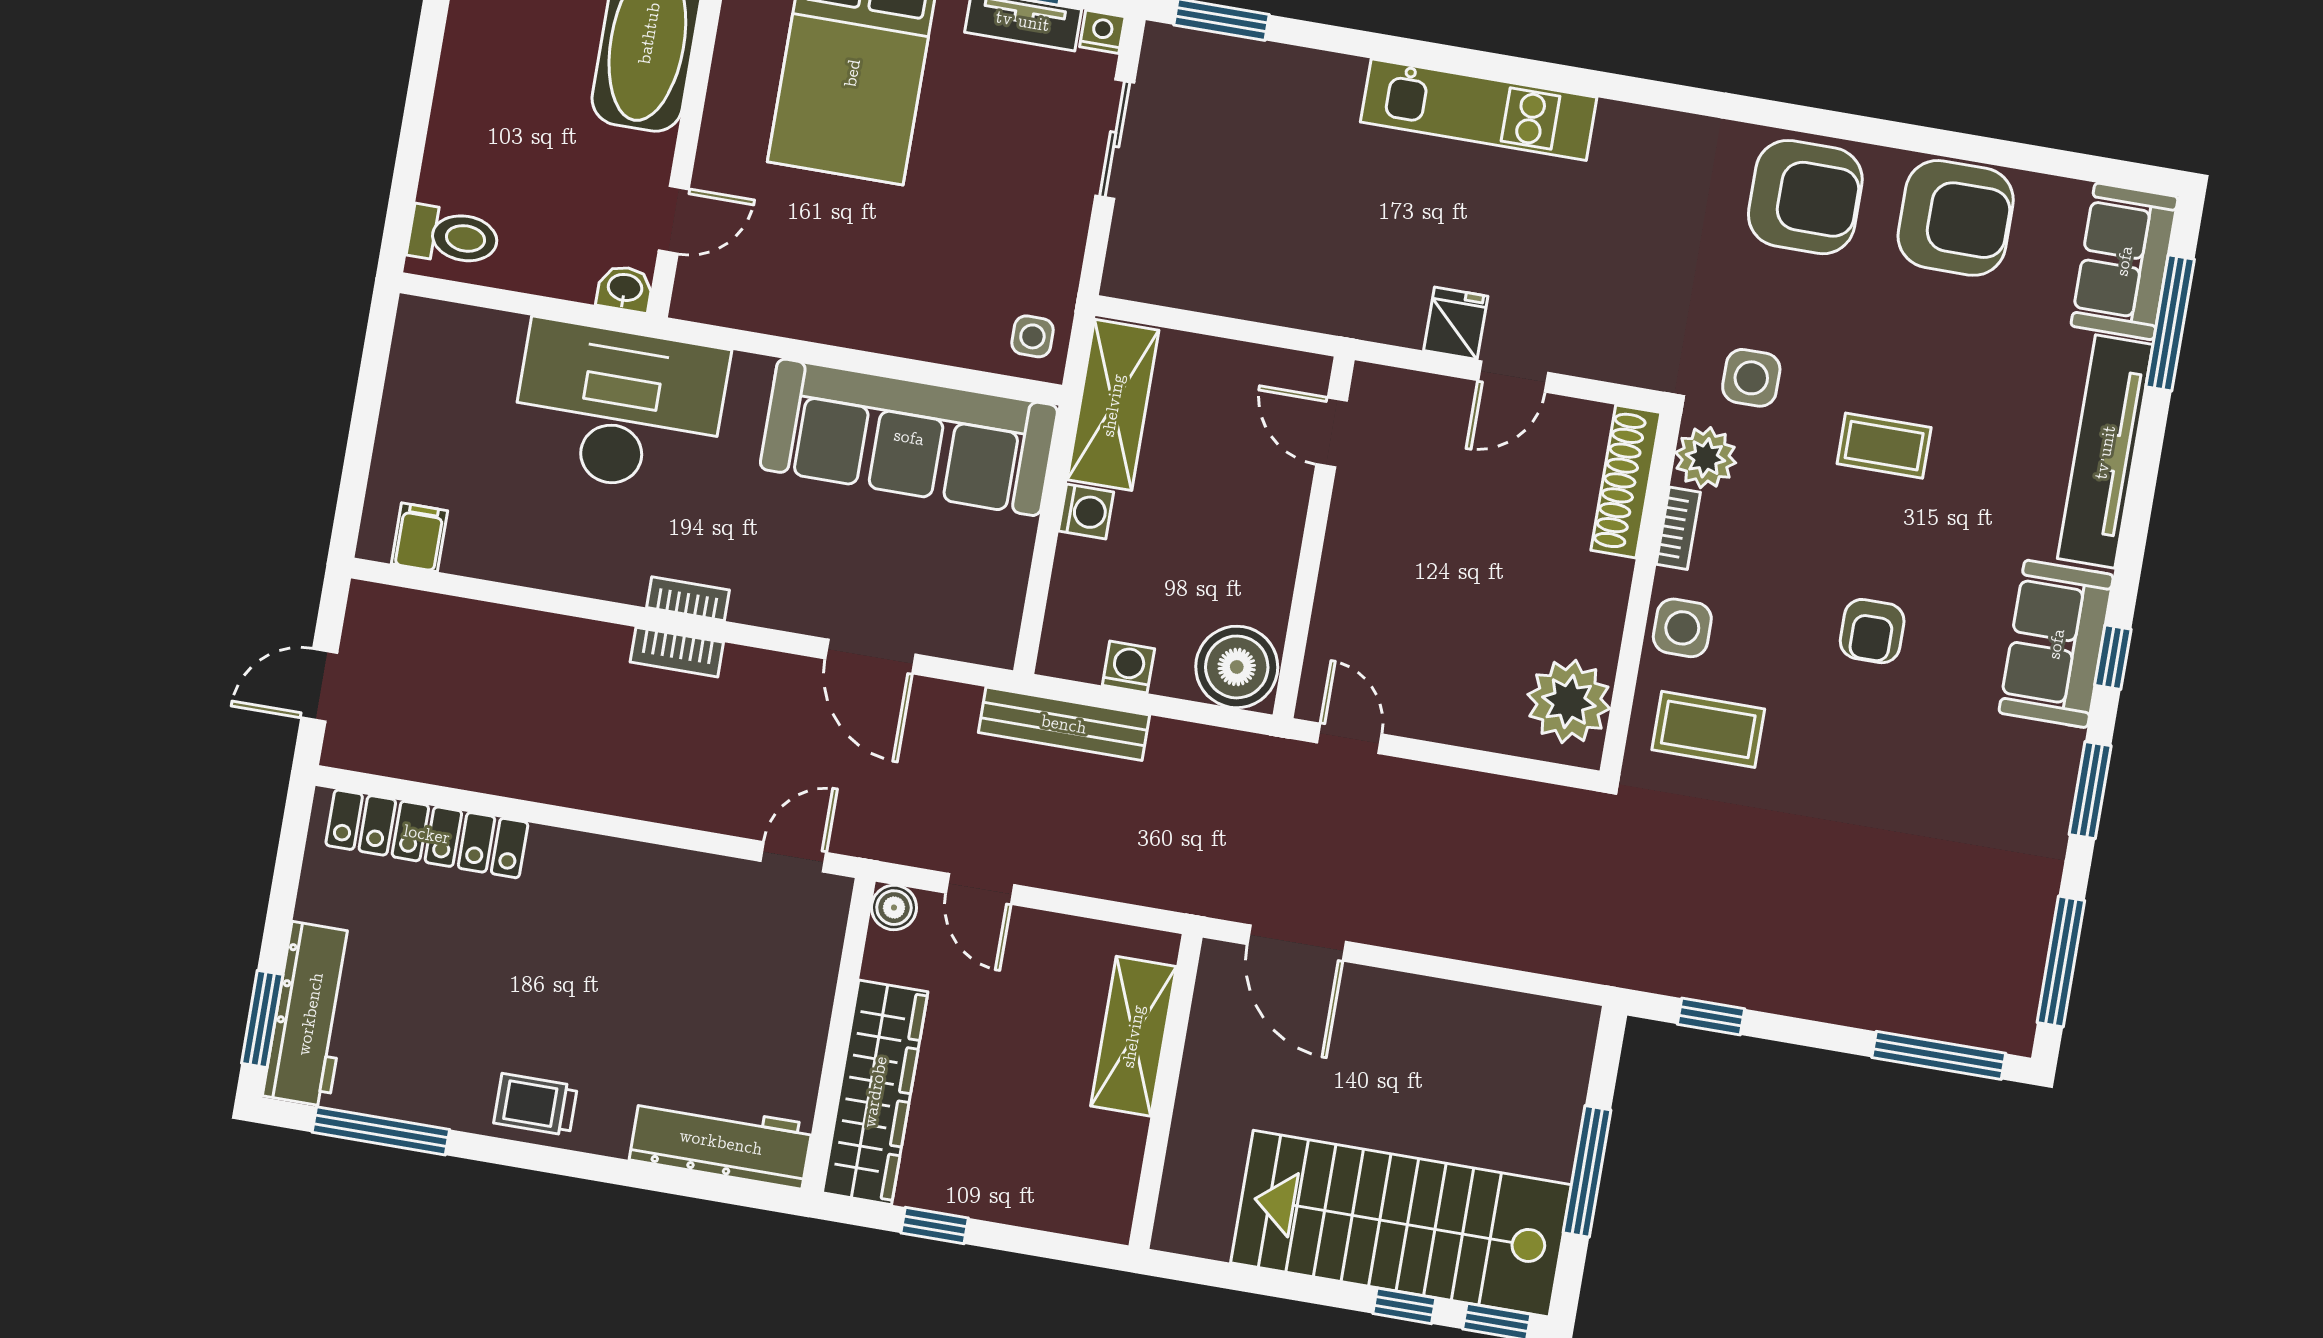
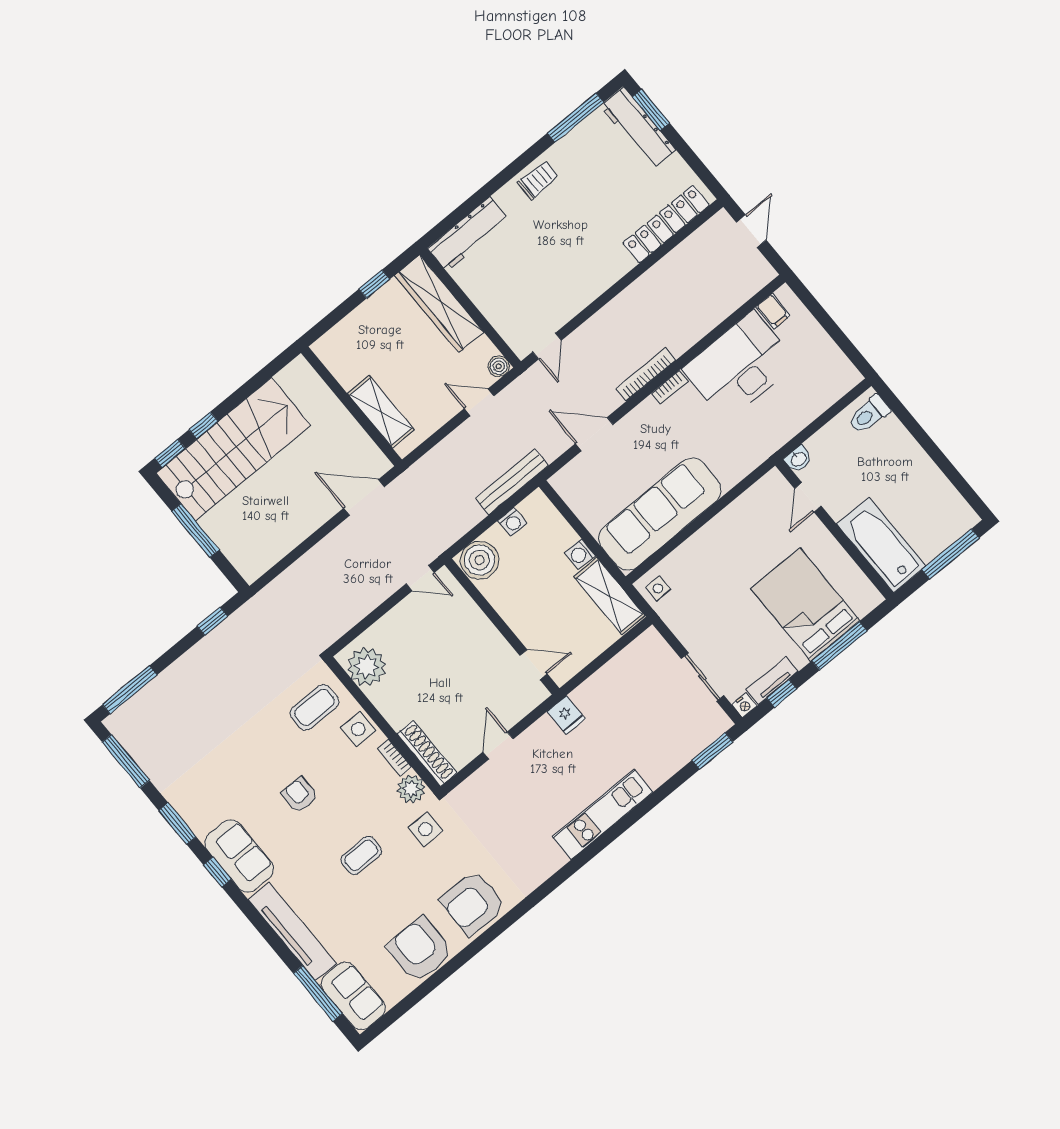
armchair: (1956, 218) -> (420, 950), turned 90
fridge: (1456, 323) -> (566, 715), moved
desk: (619, 408) -> (740, 366), moved, turned 180
bookcase: (677, 652) -> (646, 375), width x1.56

